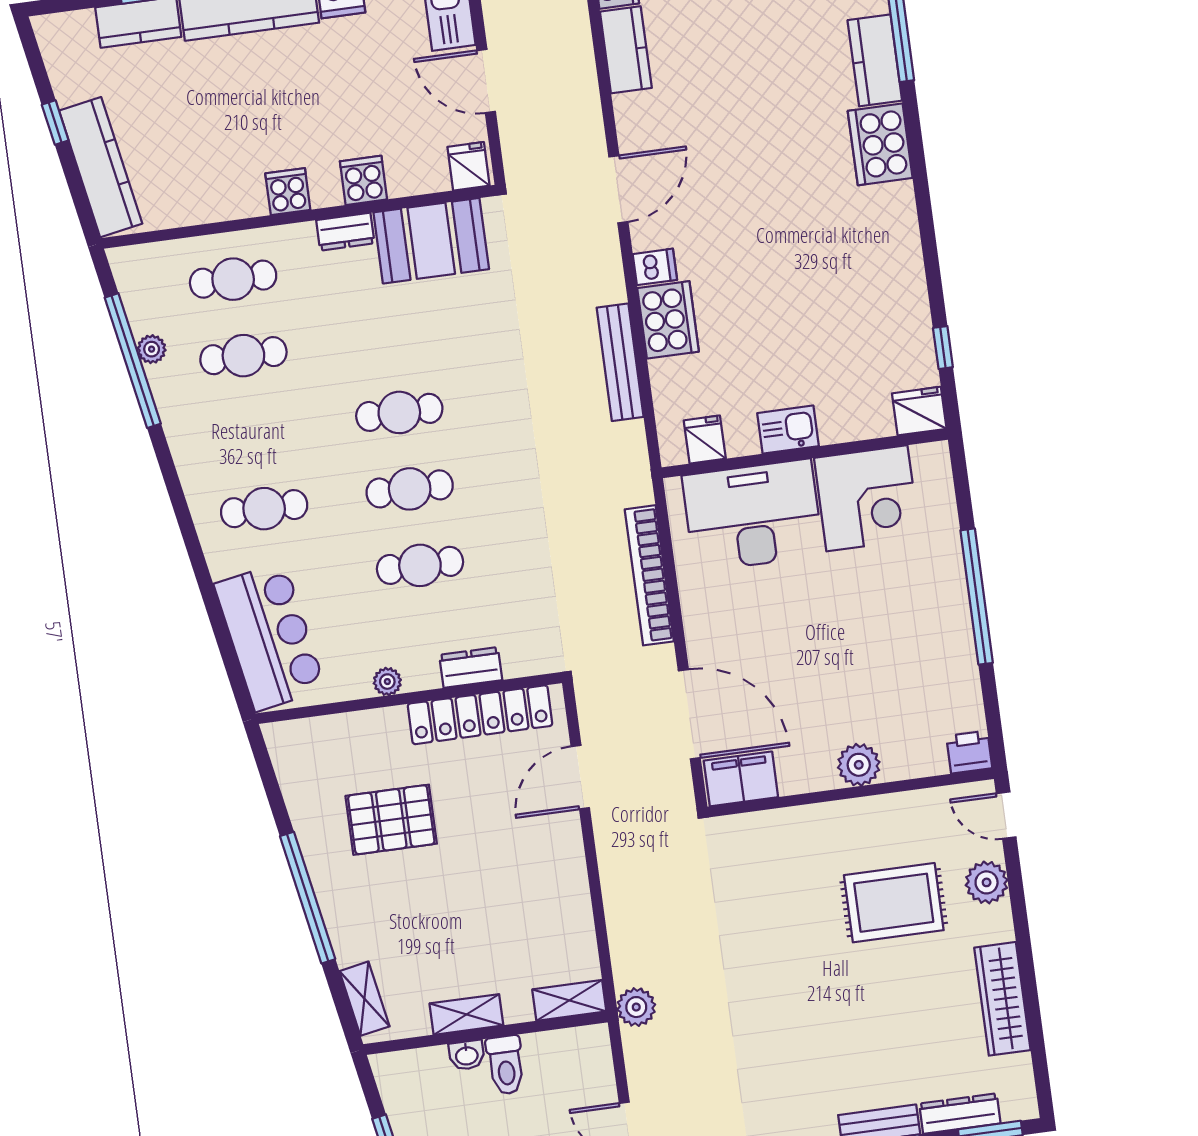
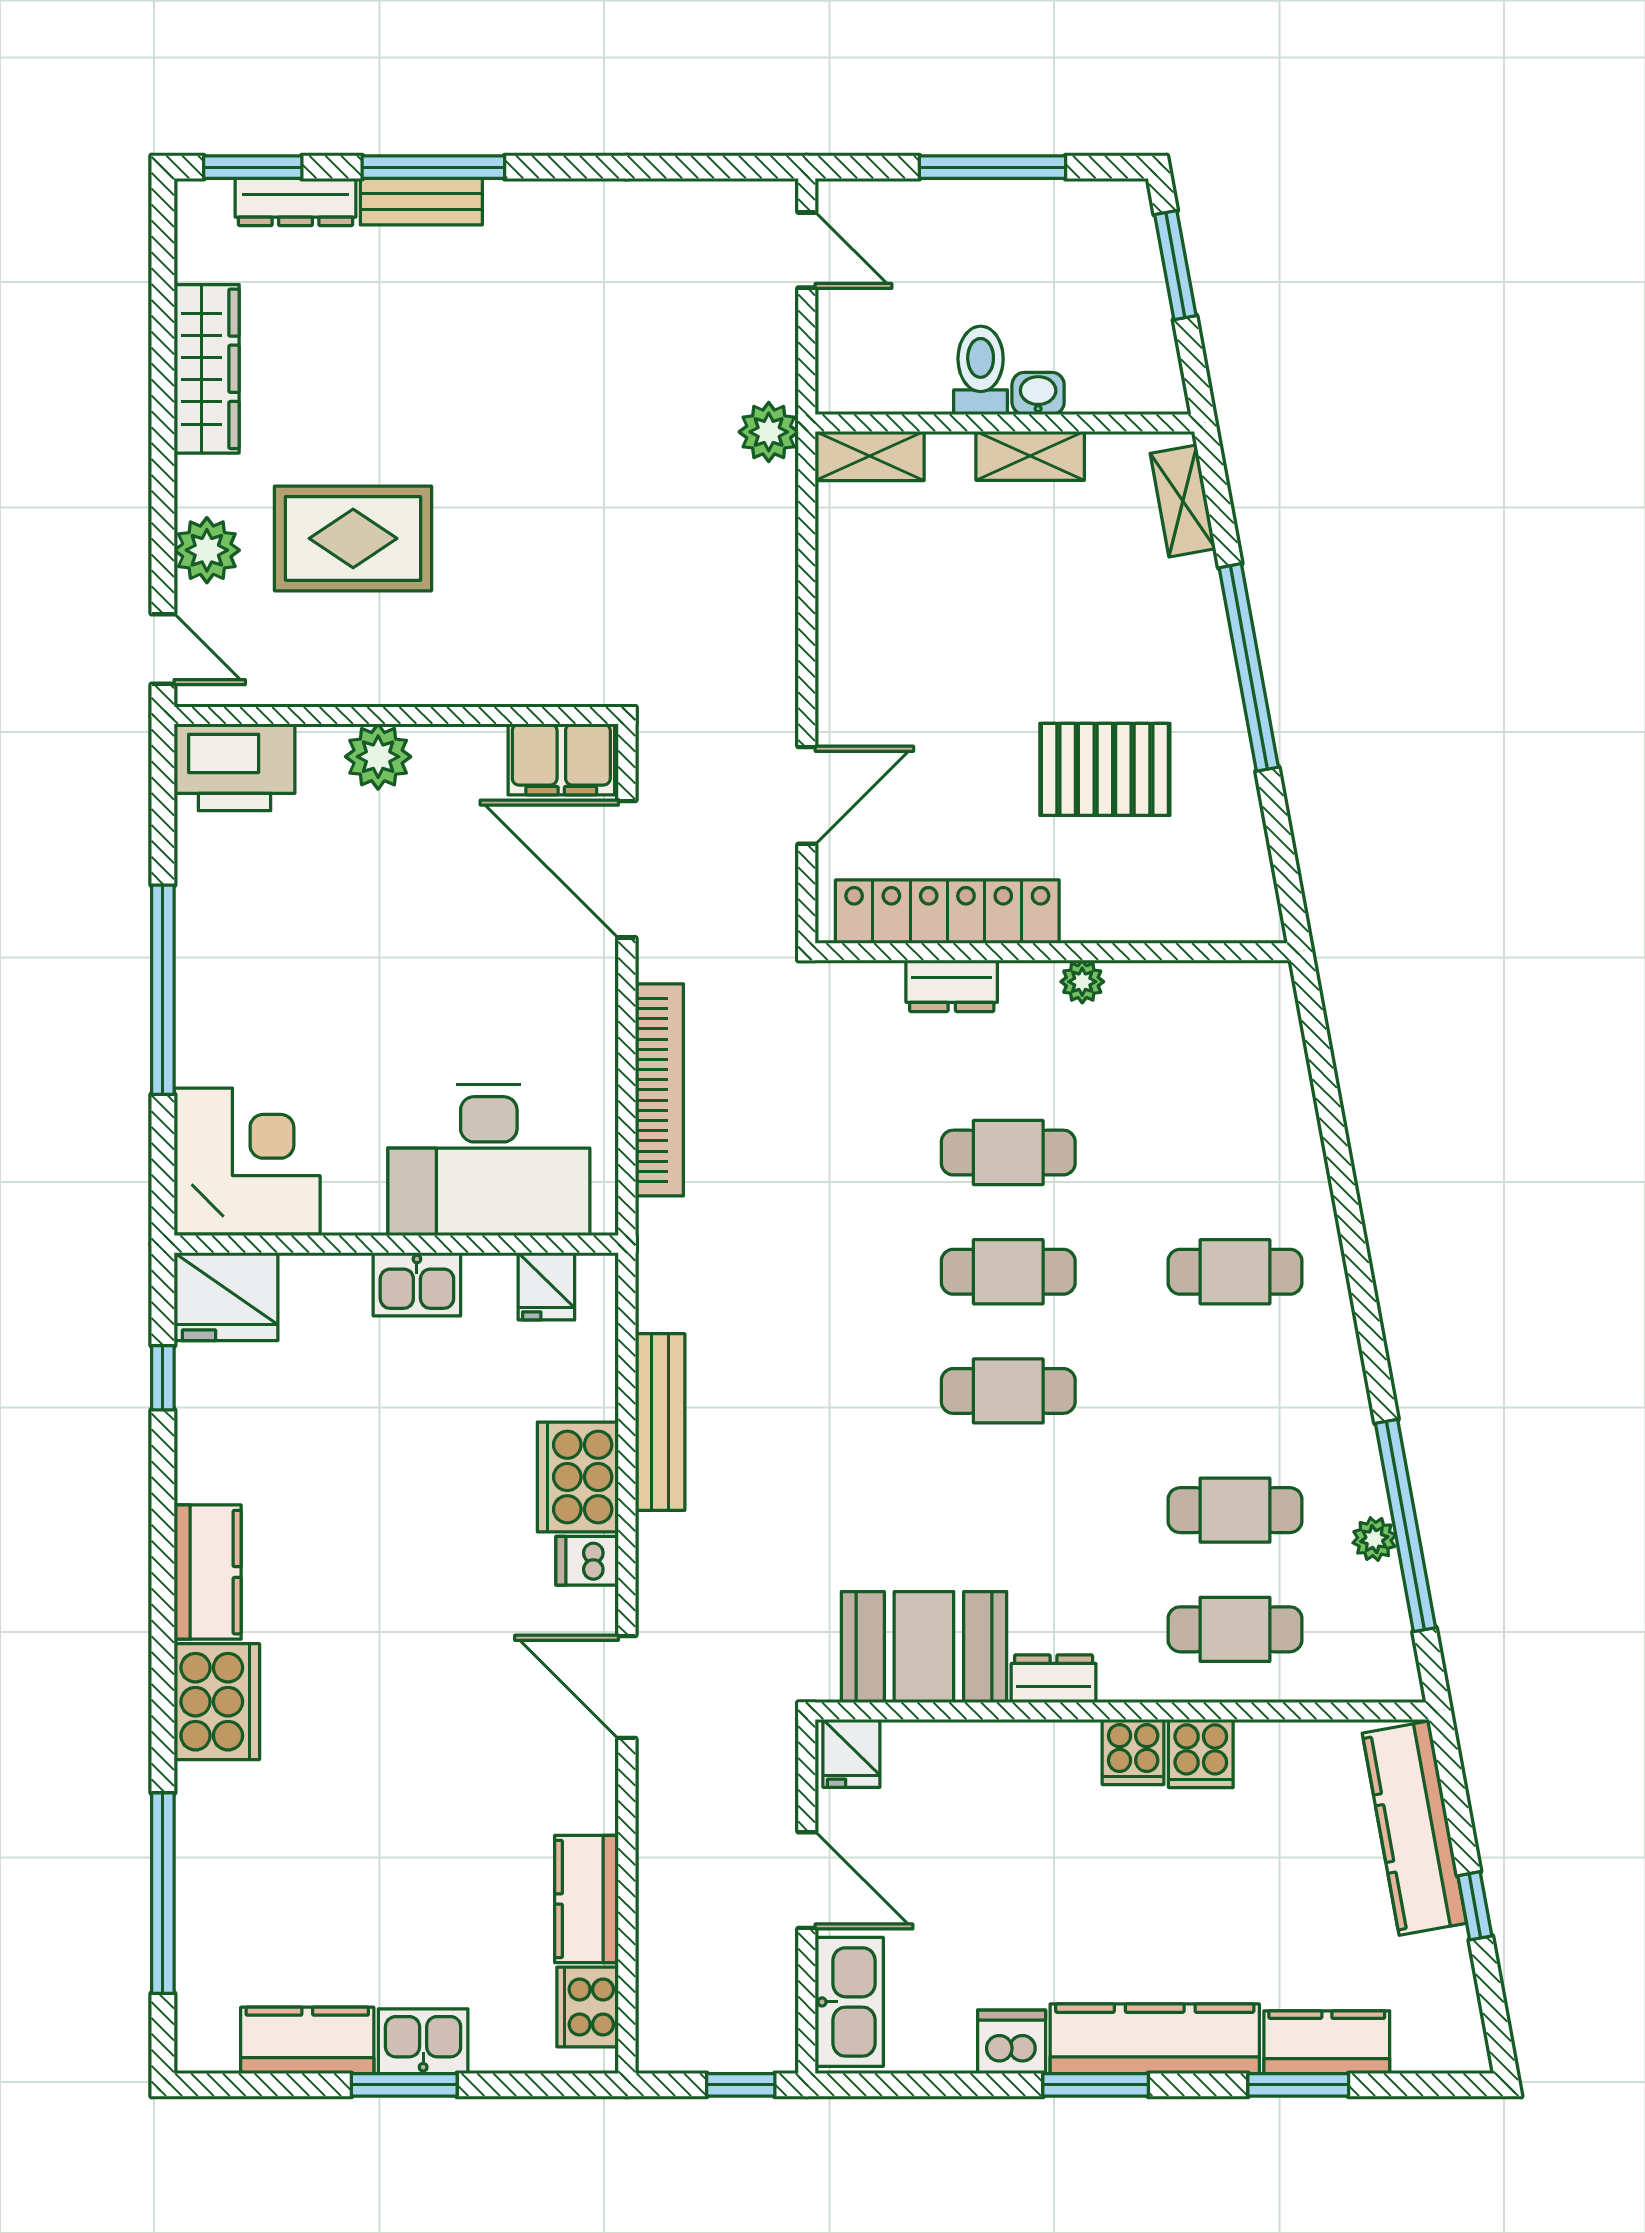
kitchen counter: (875, 60) -> (208, 1572), moved
cooker: (363, 180) -> (1201, 1753), moved
door: (618, 189) -> (627, 1687), hinge flipped
fridge: (919, 411) -> (226, 1297), width x1.36, depth x1.34
corner desk: (867, 498) -> (247, 1161), moved, turned 90
bar counter: (270, 637) -> (1253, 1075), removed
printer: (969, 752) -> (234, 767), width x1.87, depth x1.48

